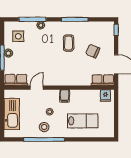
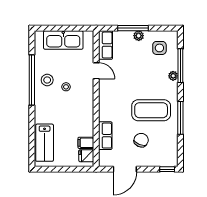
coffee table: (69, 43) -> (151, 110), width x1.86, depth x1.72
row of seats: (103, 80) -> (105, 136), moved
filing cabinet: (65, 96) -> (86, 143), moved
lab bench: (83, 121) -> (45, 143), moved

